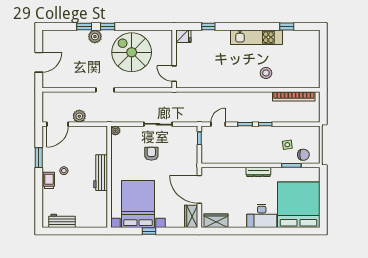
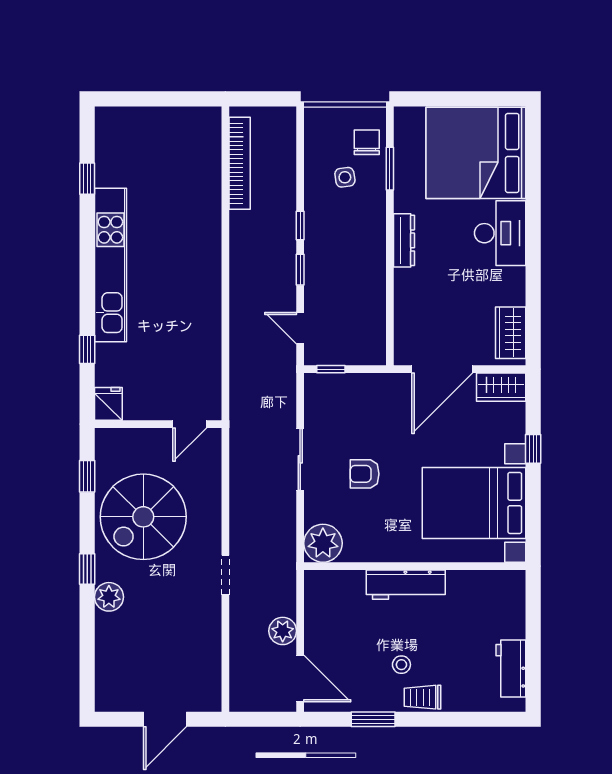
window: (84, 27) -> (87, 476), moved
kitchen unit: (256, 37) -> (110, 265), width x1.36
door: (39, 62) -> (165, 719), swing flipped
stool: (266, 73) -> (188, 224), removed
plant: (115, 131) -> (323, 543), width x1.87, depth x1.87
window: (149, 231) -> (533, 449), moved

